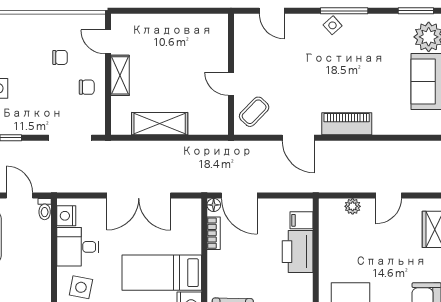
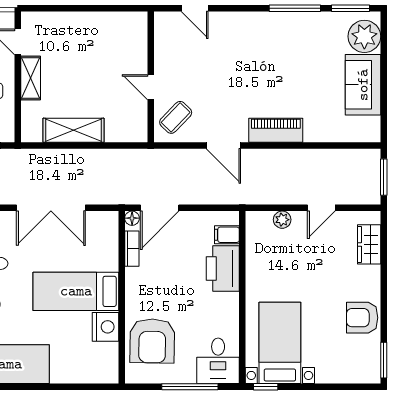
window: (344, 11) -> (295, 8), moved
side table: (333, 25) -> (260, 24), removed
door: (239, 195) -> (160, 208), hinge flipped

